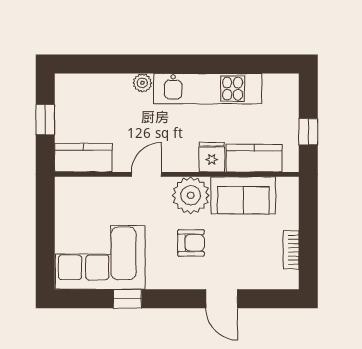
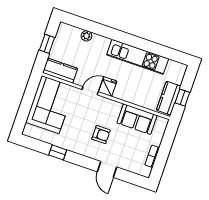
plant: (142, 83) -> (86, 36), moved
fridge: (212, 157) -> (108, 87), moved
kitchen counter: (254, 158) -> (169, 98), moved, turned -90
plant: (191, 195) -> (109, 110), removed
corner sofa: (100, 257) -> (50, 105), moved, turned 90

